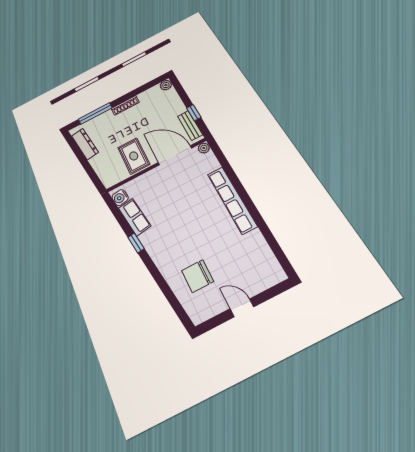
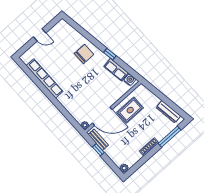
rug: (134, 156) -> (130, 110), turned 90
row of seats: (232, 200) -> (45, 79), moved
chair: (198, 276) -> (84, 54), moved

